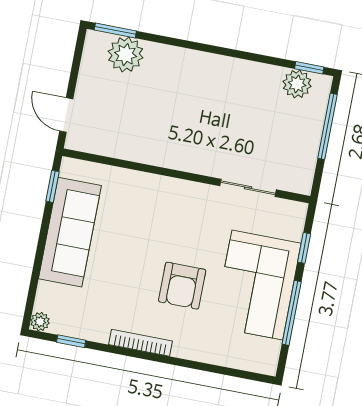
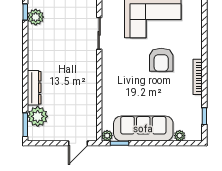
dresser: (176, 58) -> (34, 88), added
plant: (70, 168) -> (107, 136), added
armchair: (182, 286) -> (161, 60), turned 90
plant: (40, 322) -> (180, 136), moved

